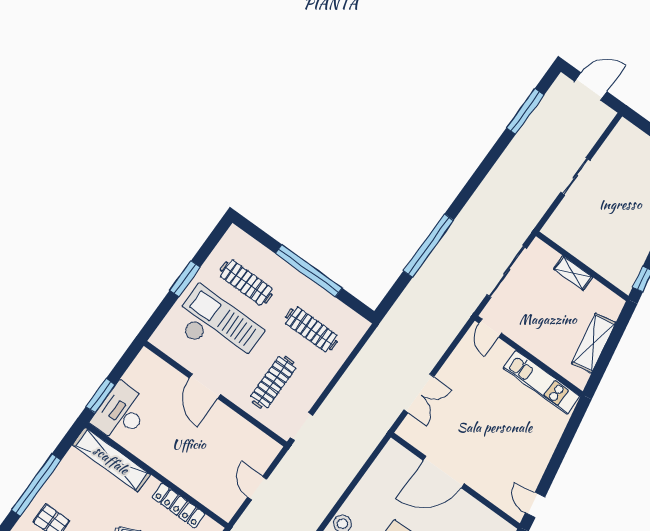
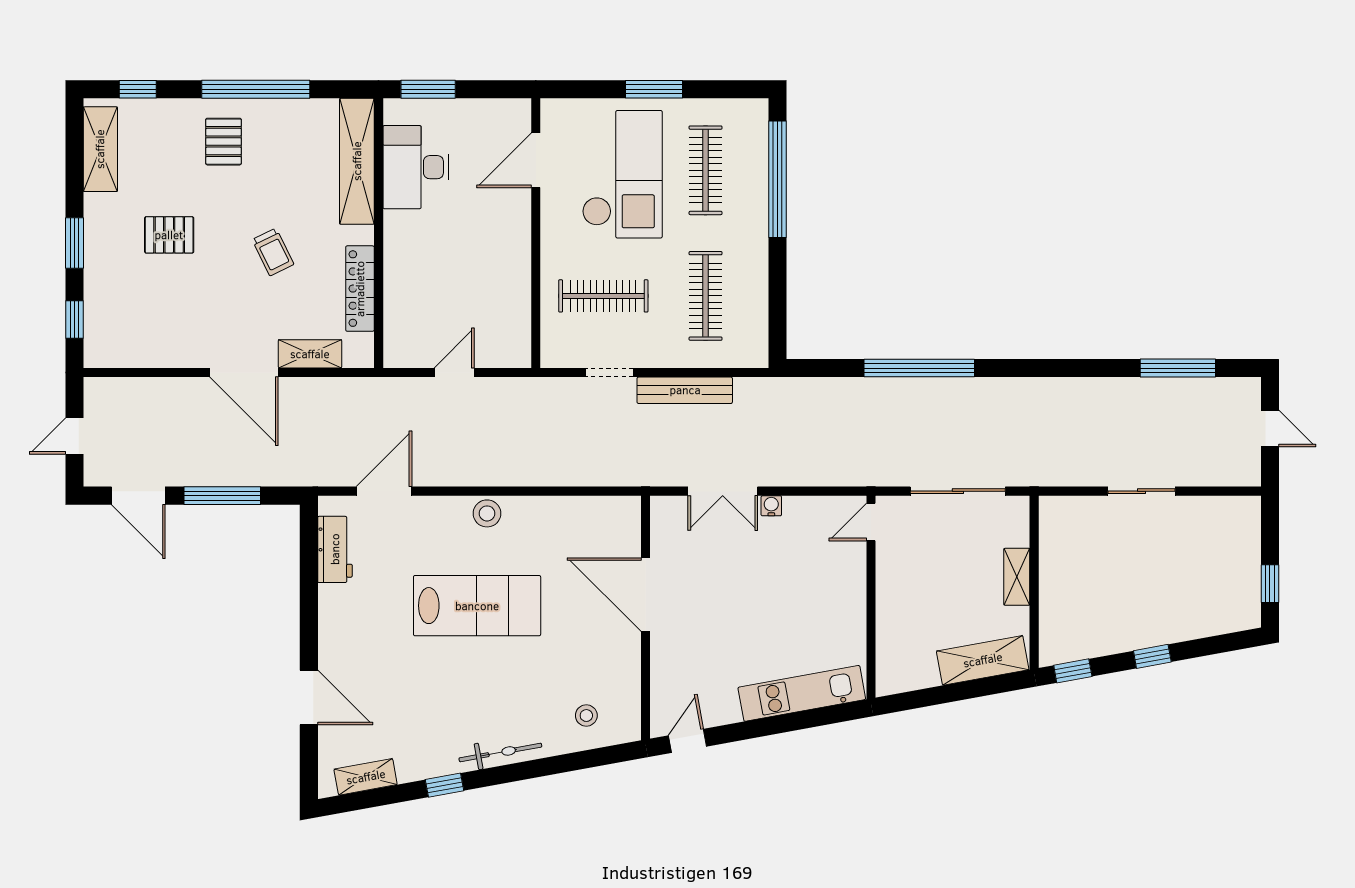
door: (591, 87) -> (1270, 429), width x0.73
window: (309, 271) -> (778, 179), moved
shelving: (594, 343) -> (983, 660), moved
water cooler: (445, 374) -> (771, 506), added
bench: (352, 375) -> (685, 390), added
kitchen unit: (541, 382) -> (802, 693), moved, turned 80
door: (205, 386) -> (536, 160), moved
desk: (121, 413) -> (416, 167), moved, turned -90
doorway: (302, 426) -> (610, 373), moved

